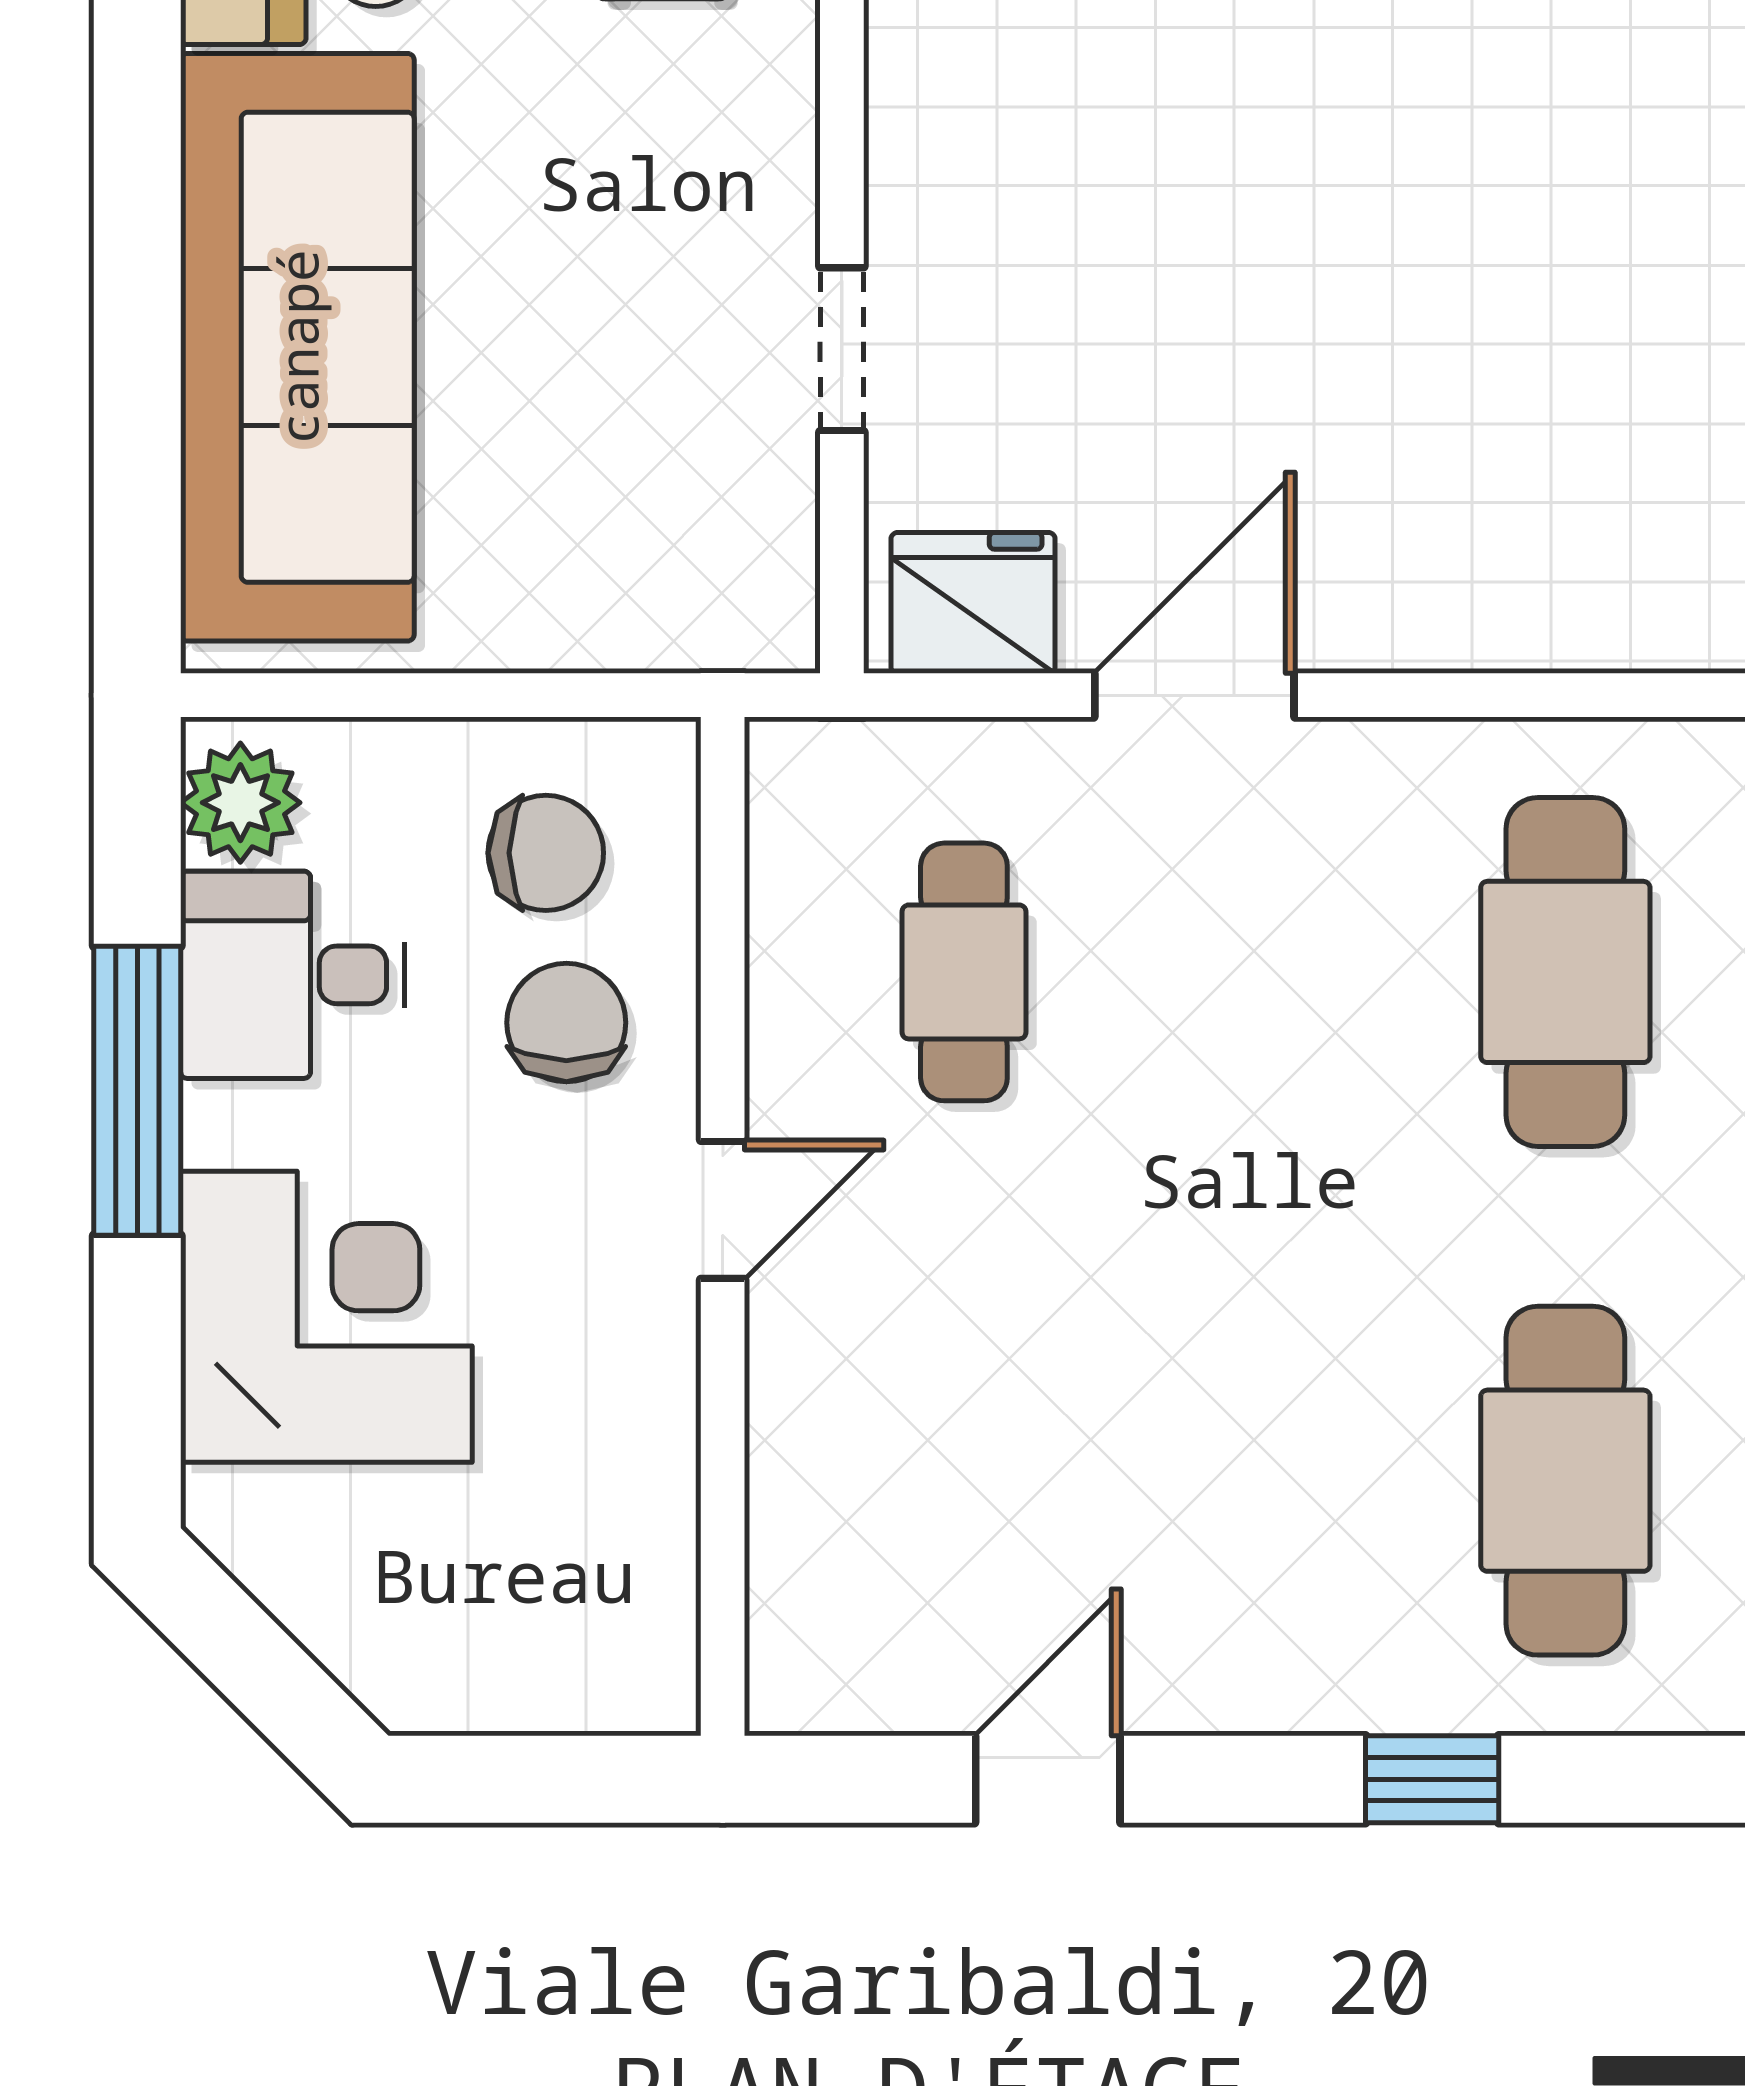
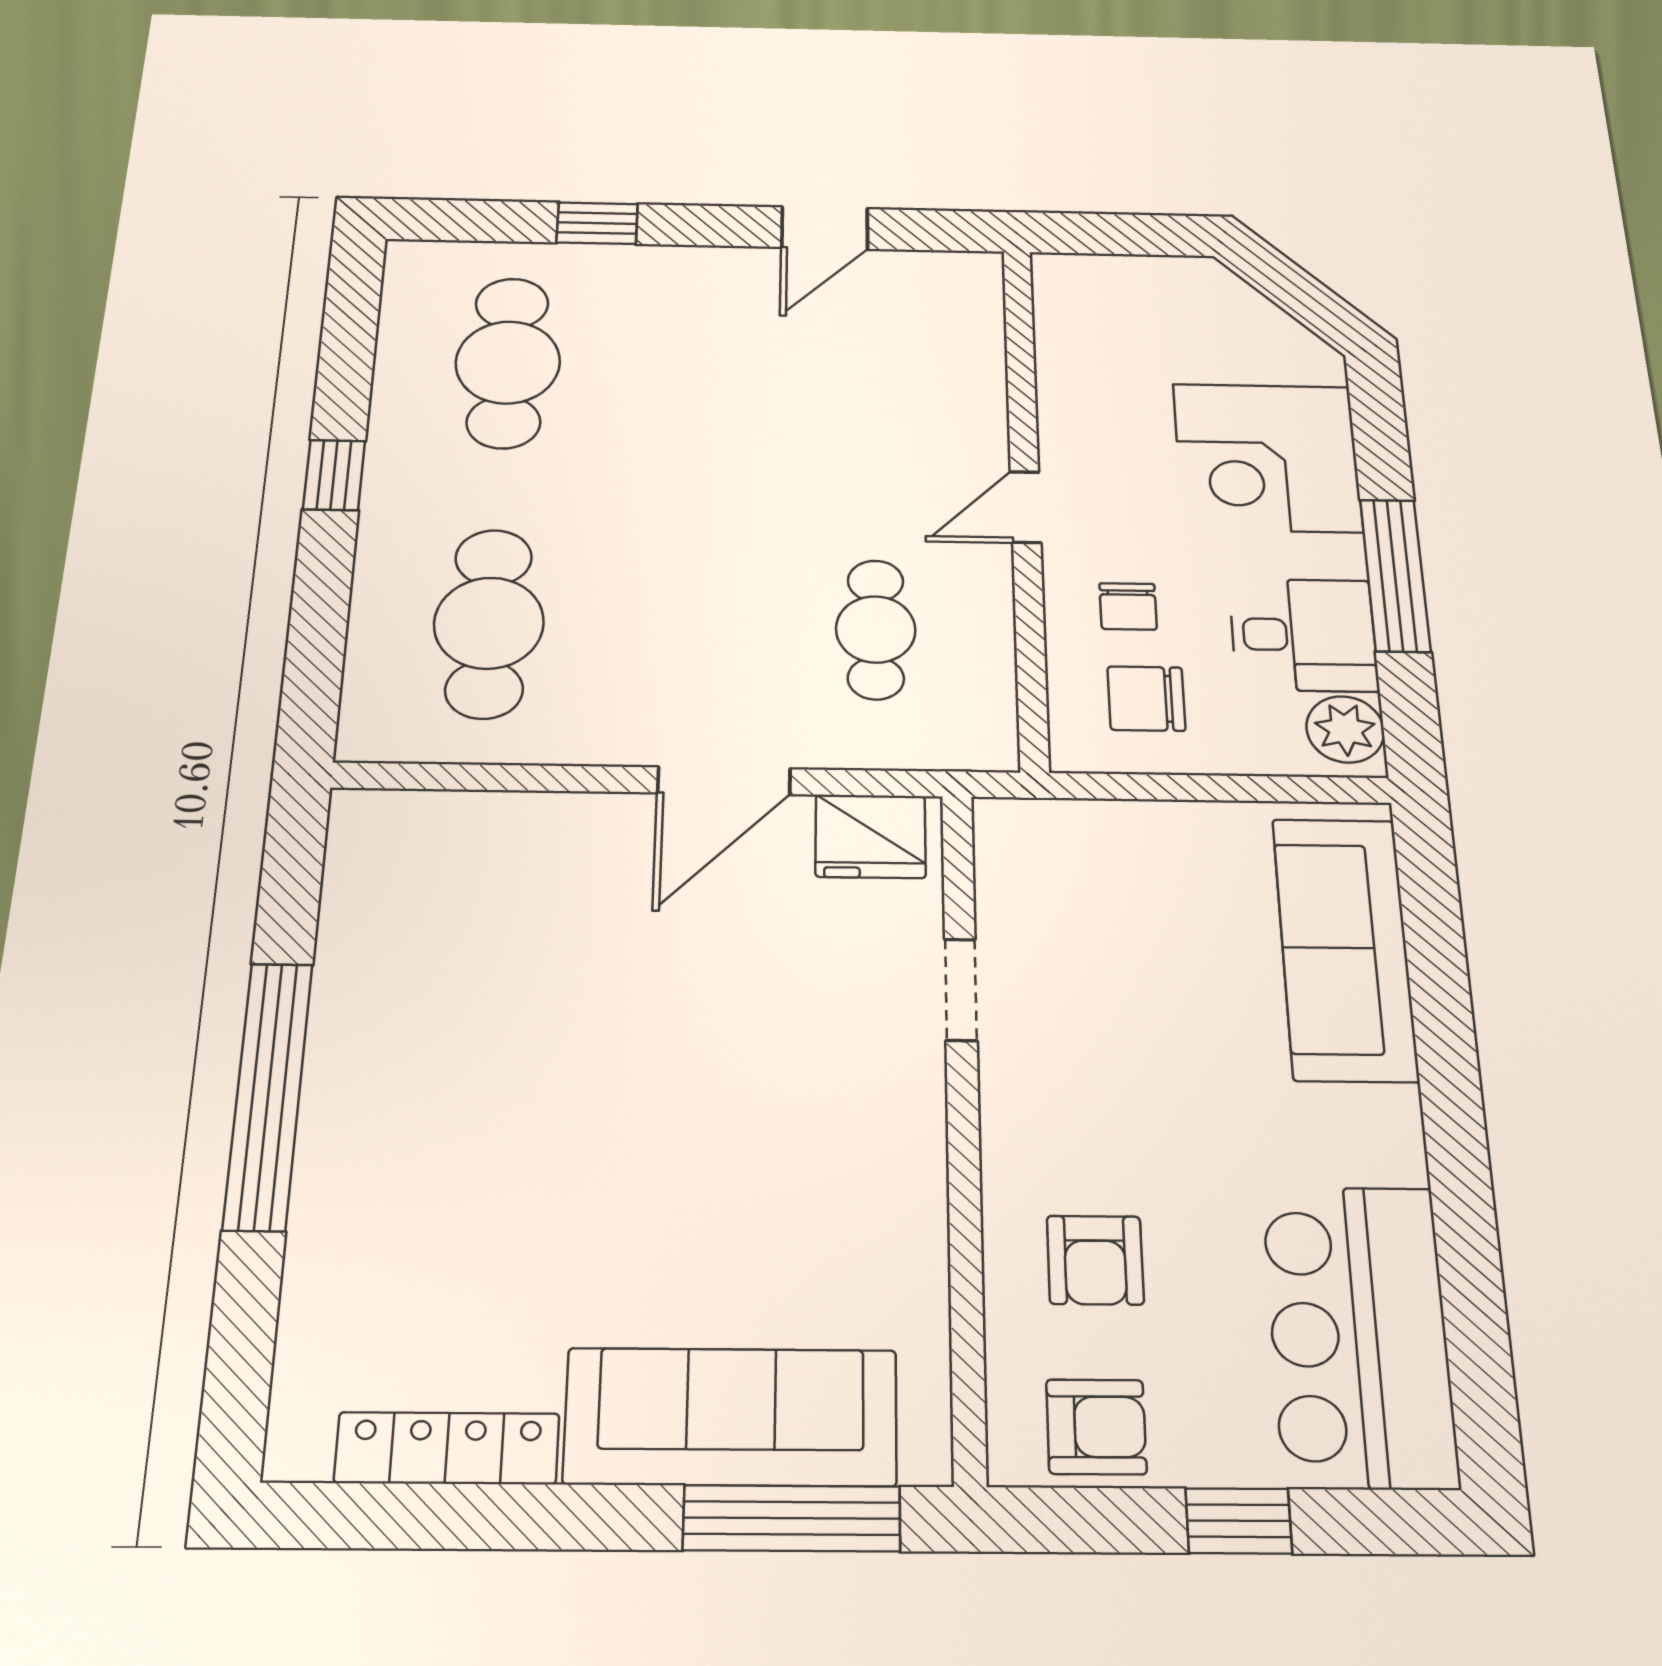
sofa: (297, 347) -> (1345, 948), width x0.74, depth x0.79
chair: (566, 1023) -> (1128, 606), width x0.73, depth x0.73

